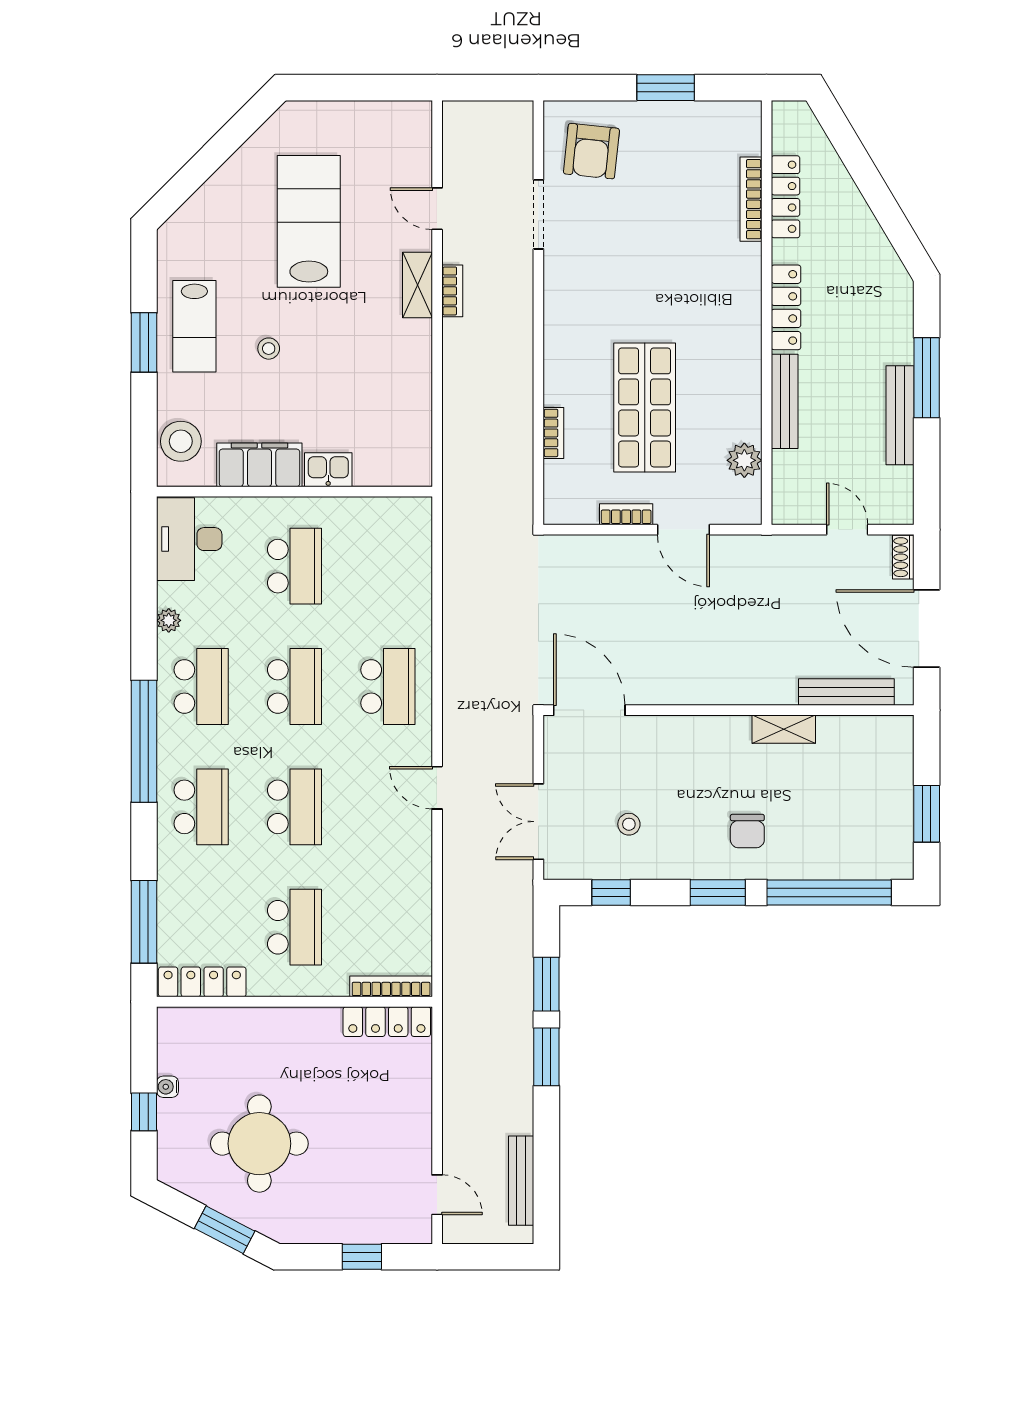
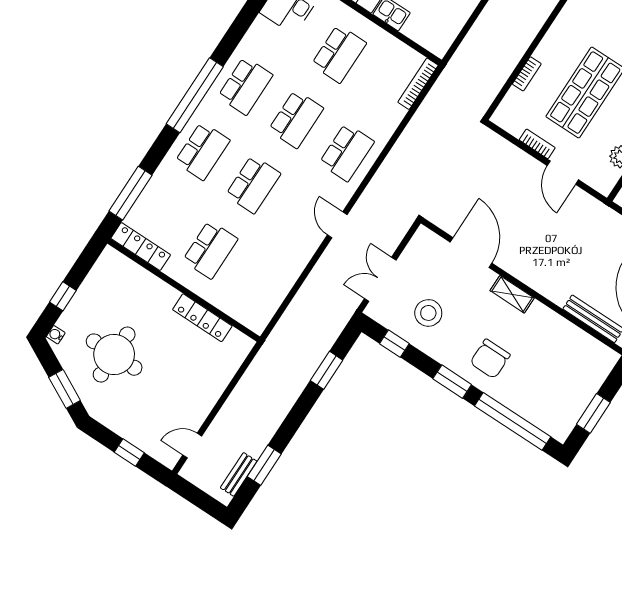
plant: (169, 620) -> (251, 38), removed
door: (589, 710) -> (471, 253), moved
shelving: (784, 729) -> (512, 294), moved
stool: (629, 824) -> (428, 313), width x1.89, depth x1.89
chair: (747, 831) -> (490, 359), width x1.37, depth x1.37
bookcase: (391, 986) -> (418, 84), moved, turned -90
locker: (387, 1022) -> (202, 318), moved
window: (546, 1057) -> (264, 465), moved
water cooler: (167, 1087) -> (56, 335), moved
bench: (521, 1181) -> (239, 474), width x0.73
door: (437, 1195) -> (192, 446), swing flipped

